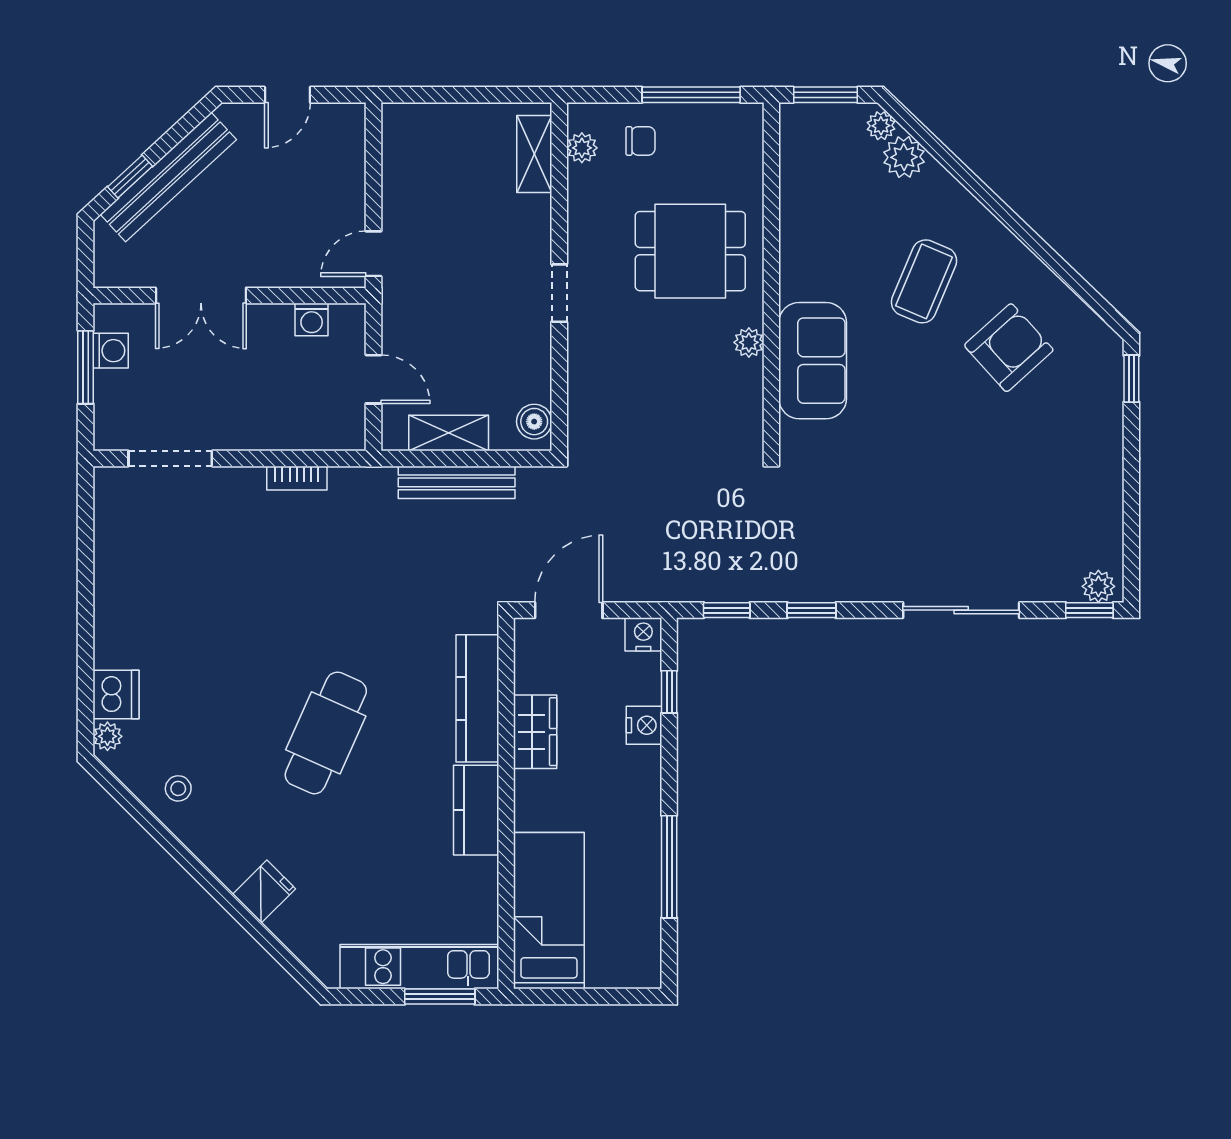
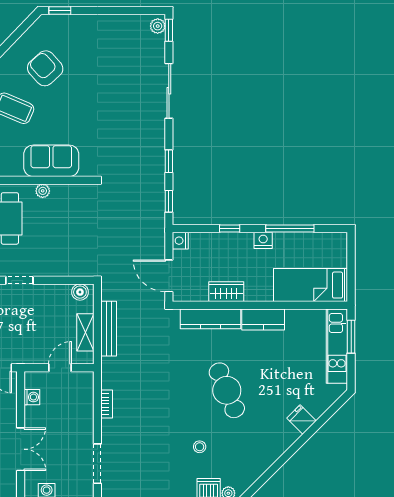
window: (669, 692) -> (230, 228), moved
nightstand: (644, 725) -> (263, 240), moved
cafe table: (326, 733) -> (227, 390), turned 43
stool: (178, 788) -> (200, 447), moved

